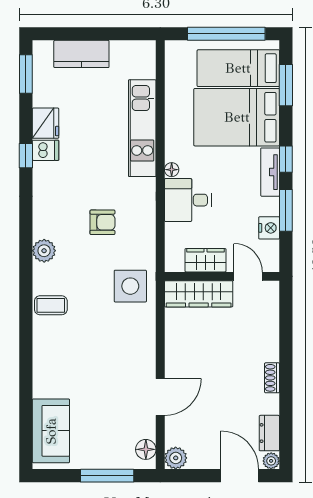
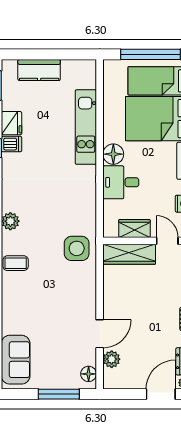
floor lamp: (172, 170) -> (113, 154), width x1.89, depth x1.89
armchair: (102, 222) -> (55, 199), removed
plant: (176, 458) -> (112, 359), moved
door: (240, 476) -> (161, 394), hinge flipped

